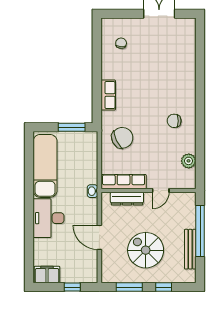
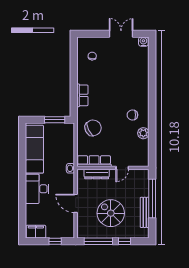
water cooler: (189, 24) -> (143, 42), added
plant: (189, 161) -> (143, 133), moved
window: (129, 287) -> (98, 241), width x1.44

